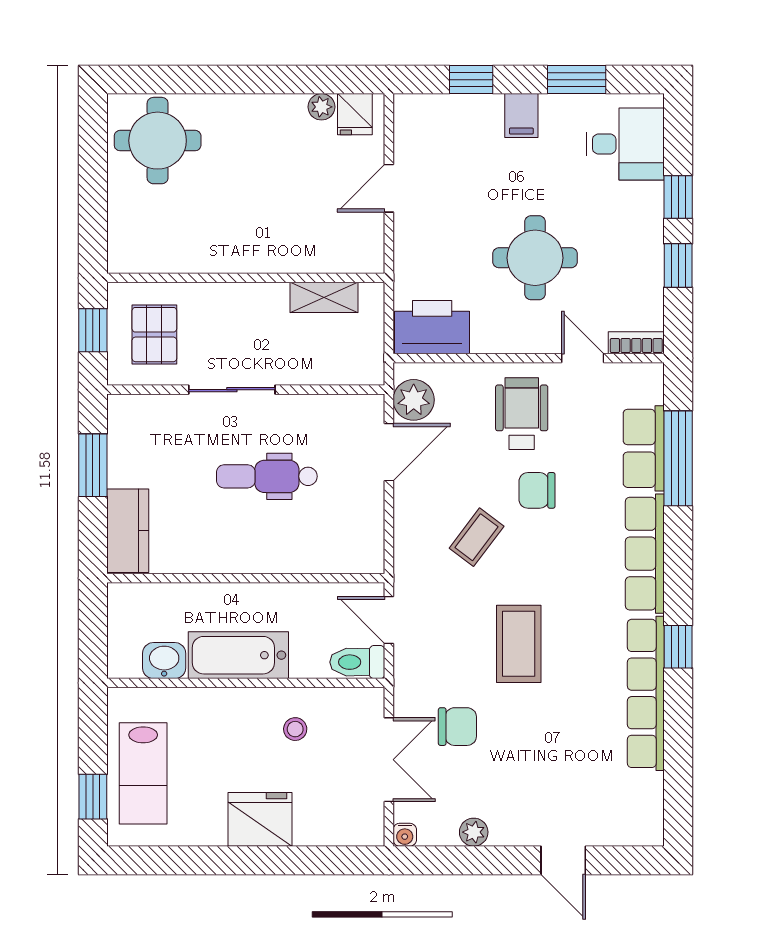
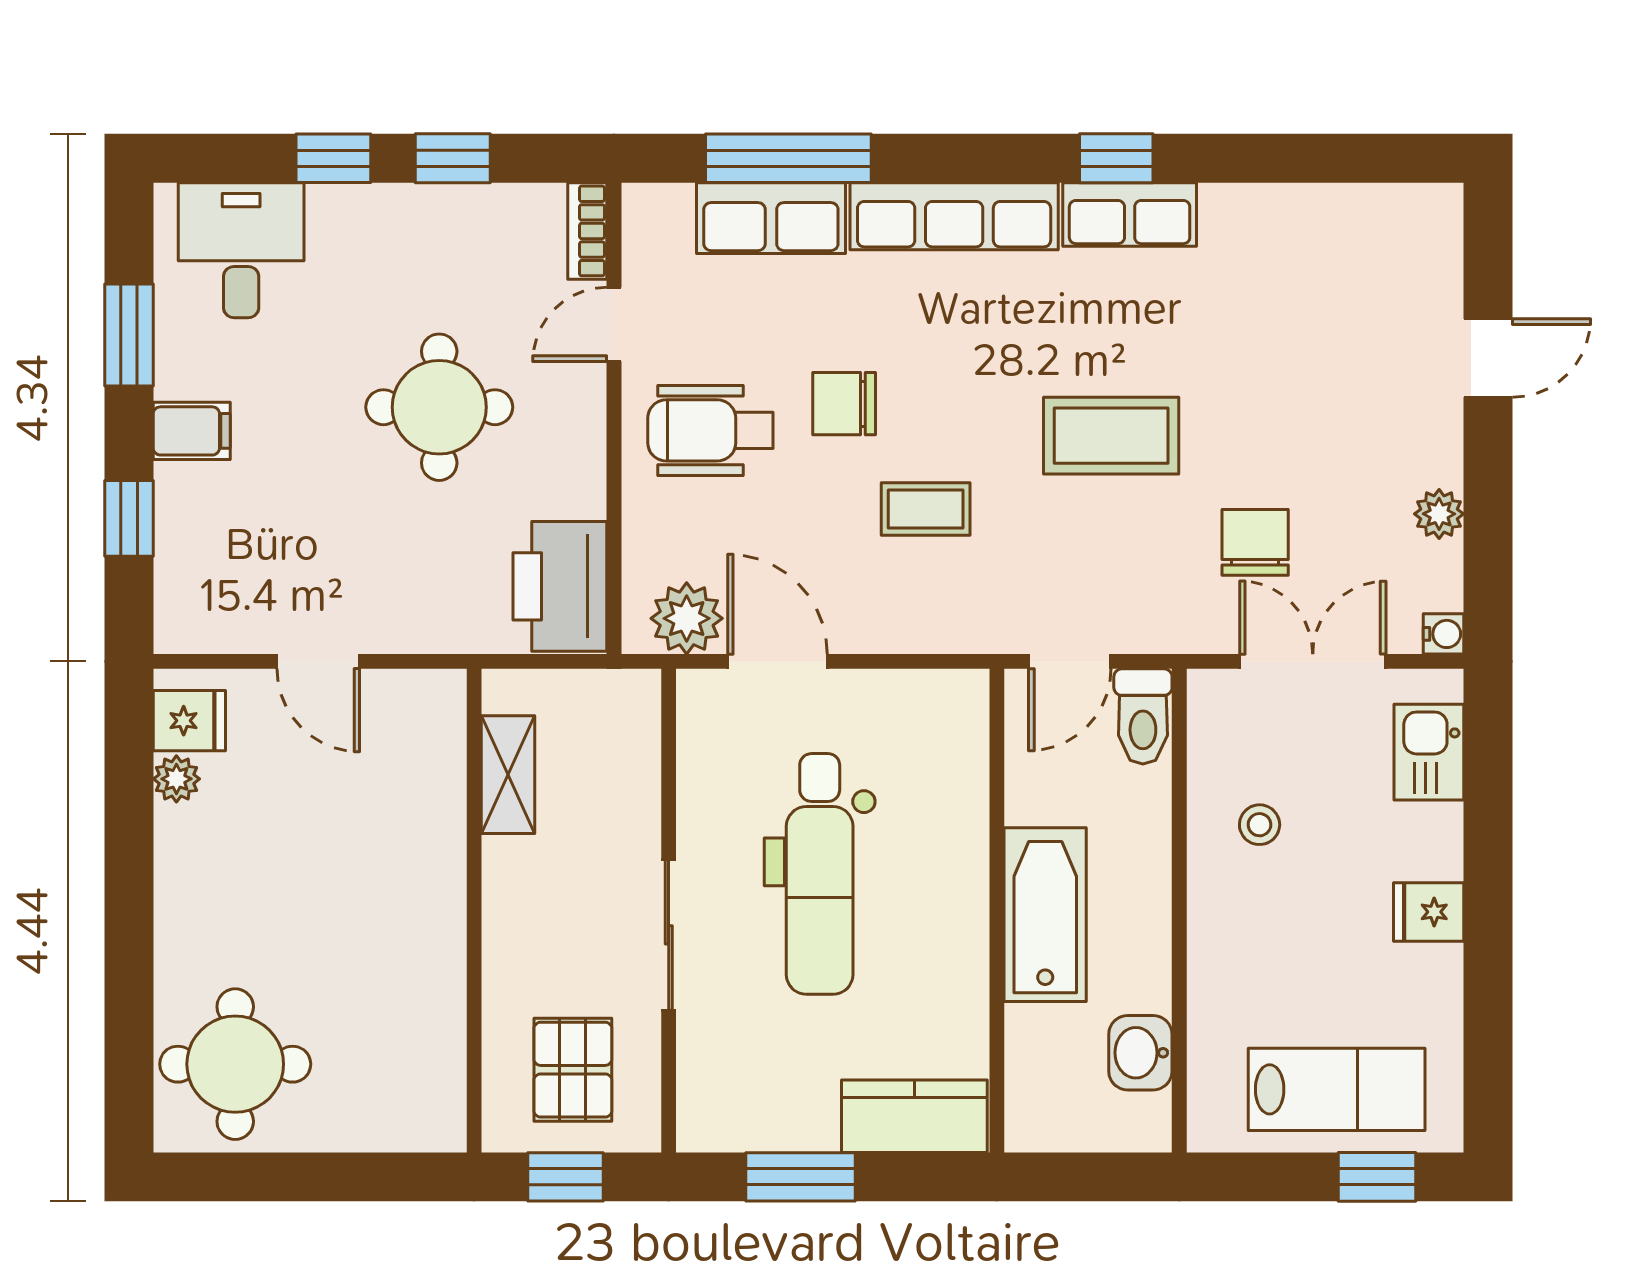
pallet: (154, 335) -> (573, 1070), turned 90
dental chair: (267, 476) -> (820, 874), width x1.36, depth x1.38
chair: (537, 490) -> (844, 404), turned 90
coffee table: (477, 537) -> (926, 509), turned -37
bathtub: (238, 655) -> (1045, 915), moved, turned 180
row of seats: (646, 693) -> (1130, 214), width x0.50
fridge: (260, 819) -> (1429, 912), width x0.53, depth x0.75
kitchen sink: (337, 826) -> (1429, 752), added

